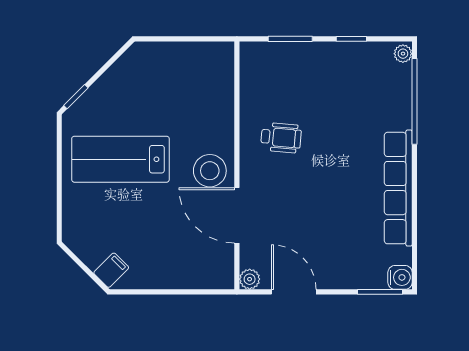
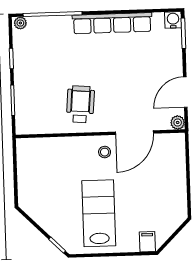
wheelchair: (281, 138) -> (80, 104), width x1.36, depth x1.37
lab bench: (120, 159) -> (99, 213), turned 180
stool: (210, 171) -> (105, 152), width x0.53, depth x0.53
filing cabinet: (111, 270) -> (147, 242), moved, turned 45

